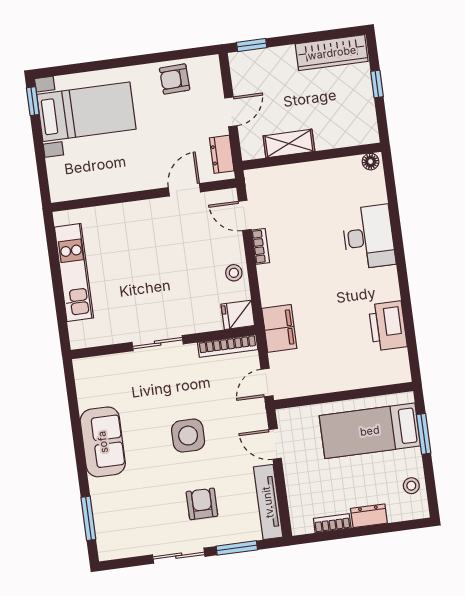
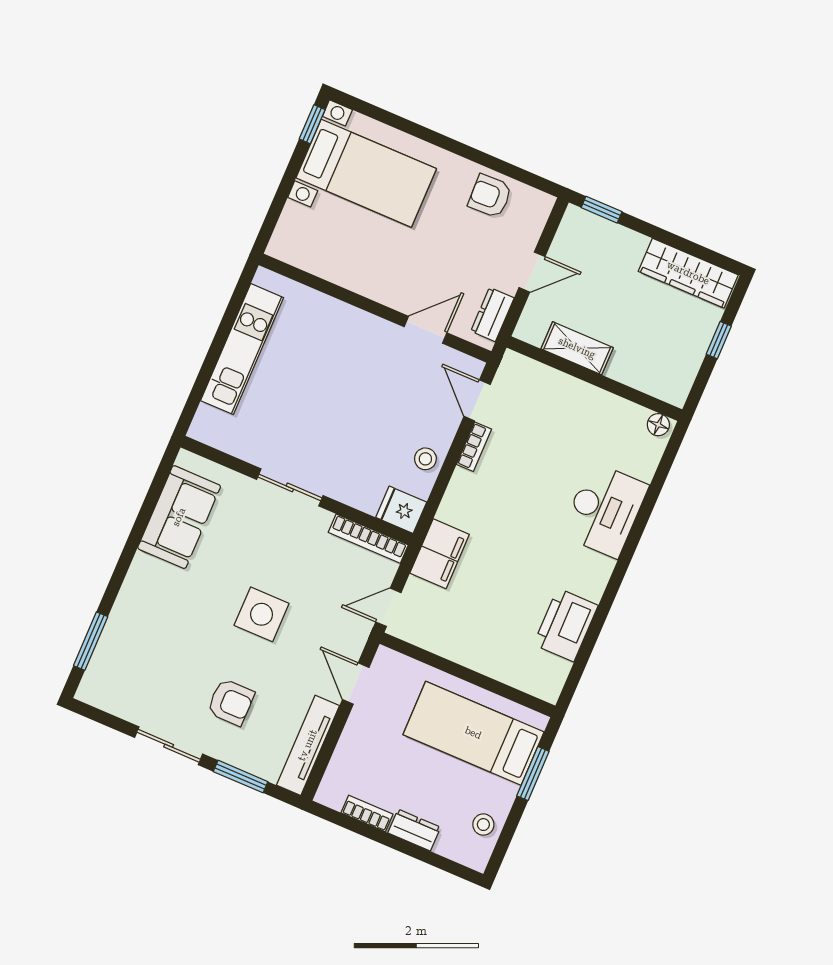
sofa: (103, 442) -> (179, 517), moved
armchair: (202, 504) -> (231, 702), turned 90

